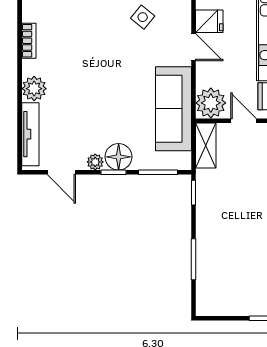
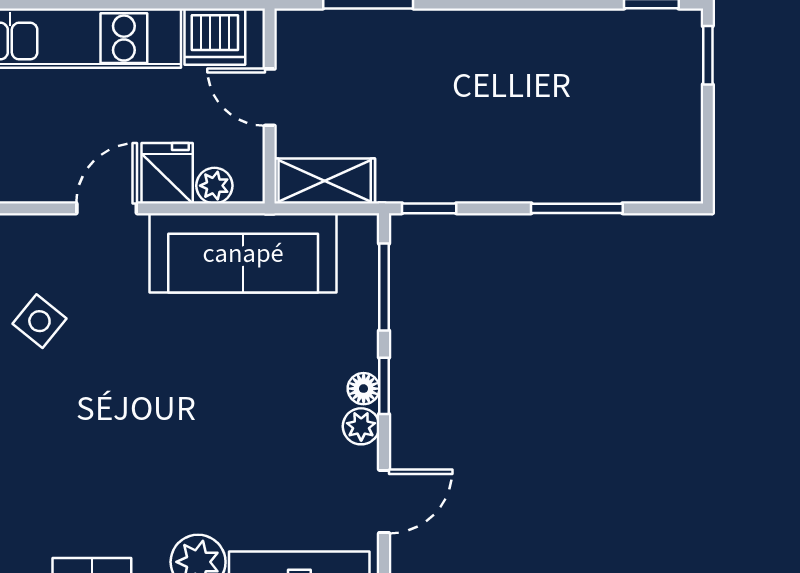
fridge: (209, 21) -> (167, 173), moved
plant: (211, 103) -> (214, 186), width x0.53, depth x0.53
door: (244, 121) -> (270, 97), hinge flipped
floor lamp: (119, 157) -> (364, 389), width x0.53, depth x0.53

